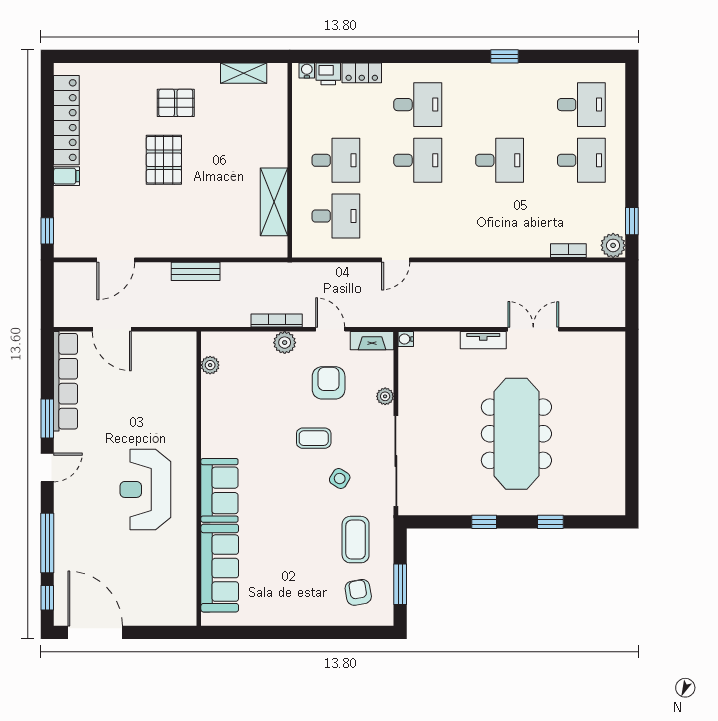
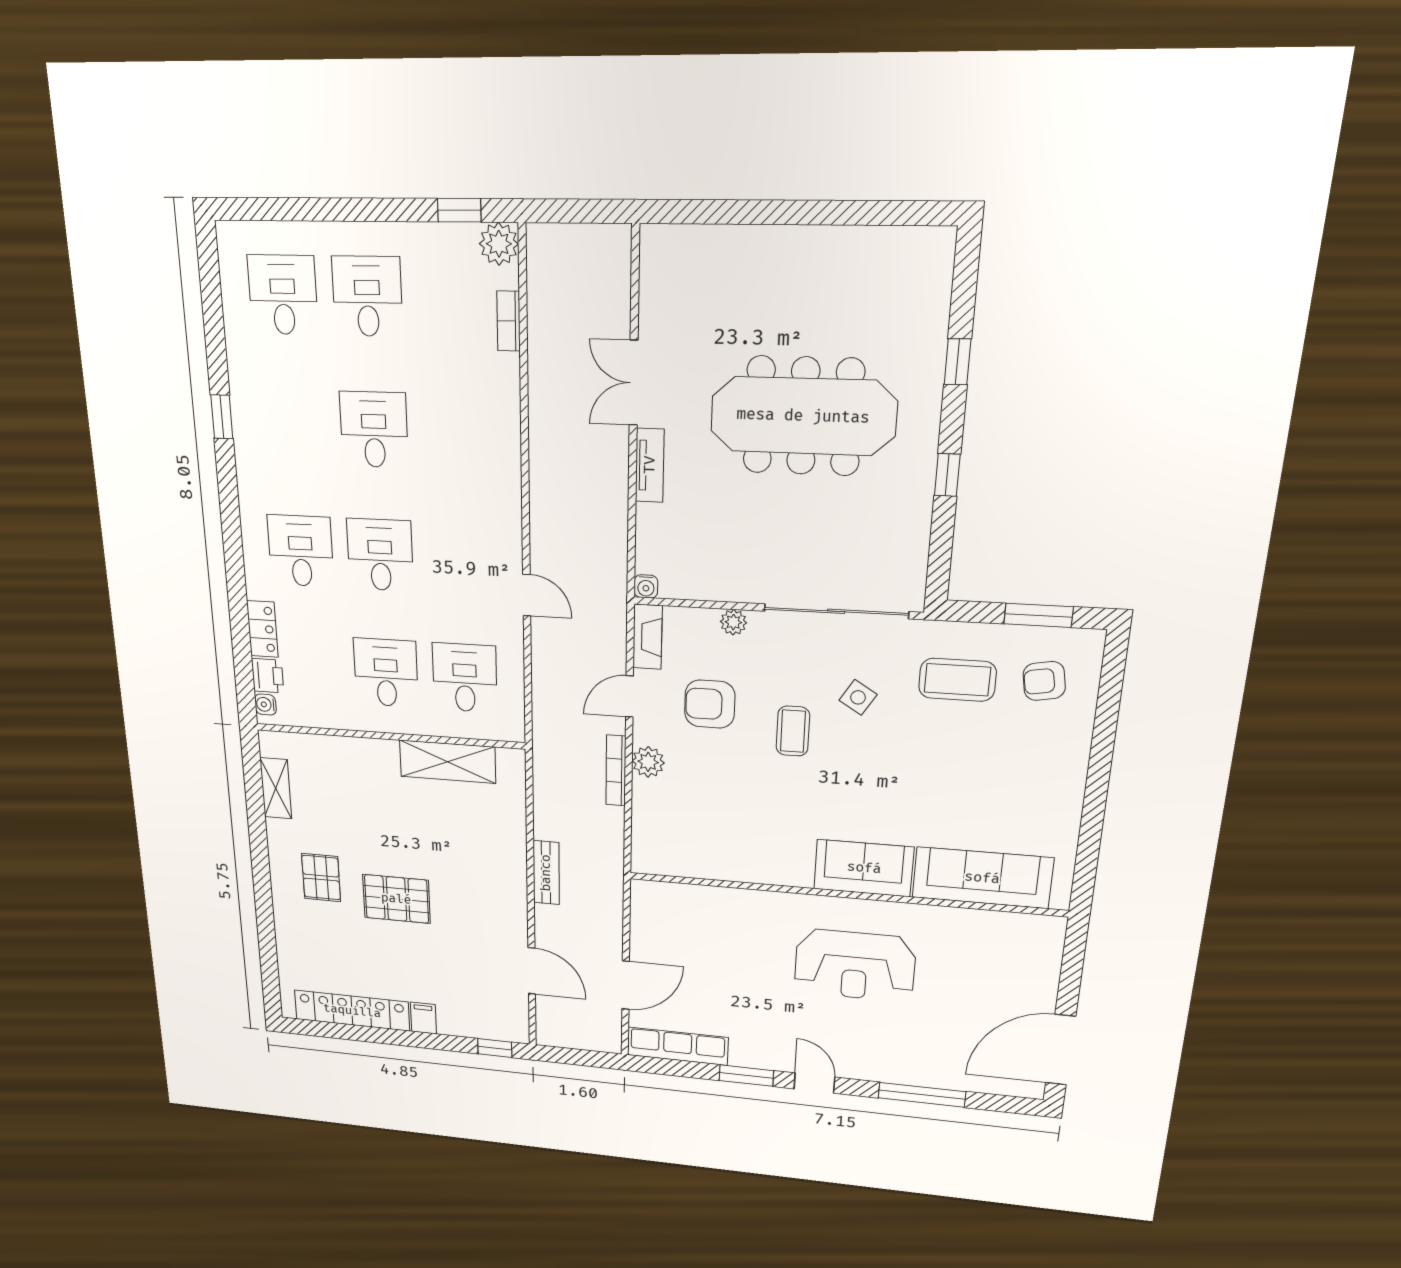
plant: (210, 365) -> (679, 865), removed
row of seats: (66, 381) -> (678, 1046), width x0.73
window: (47, 598) -> (1002, 1103), removed

